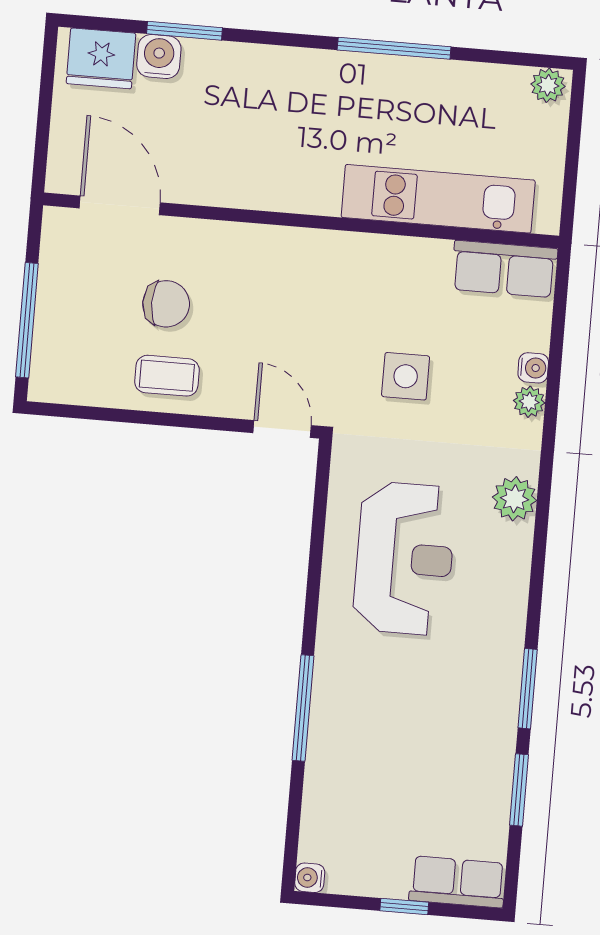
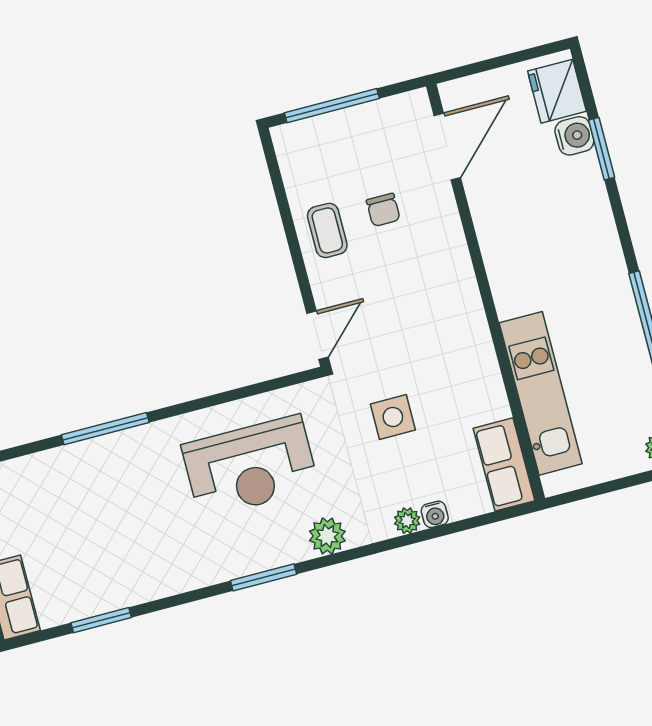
chair: (166, 304) -> (383, 210), width x0.73, depth x0.73
window: (528, 689) -> (264, 577), moved

